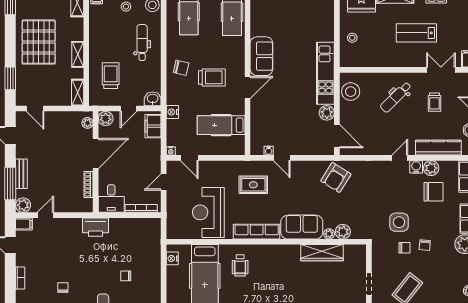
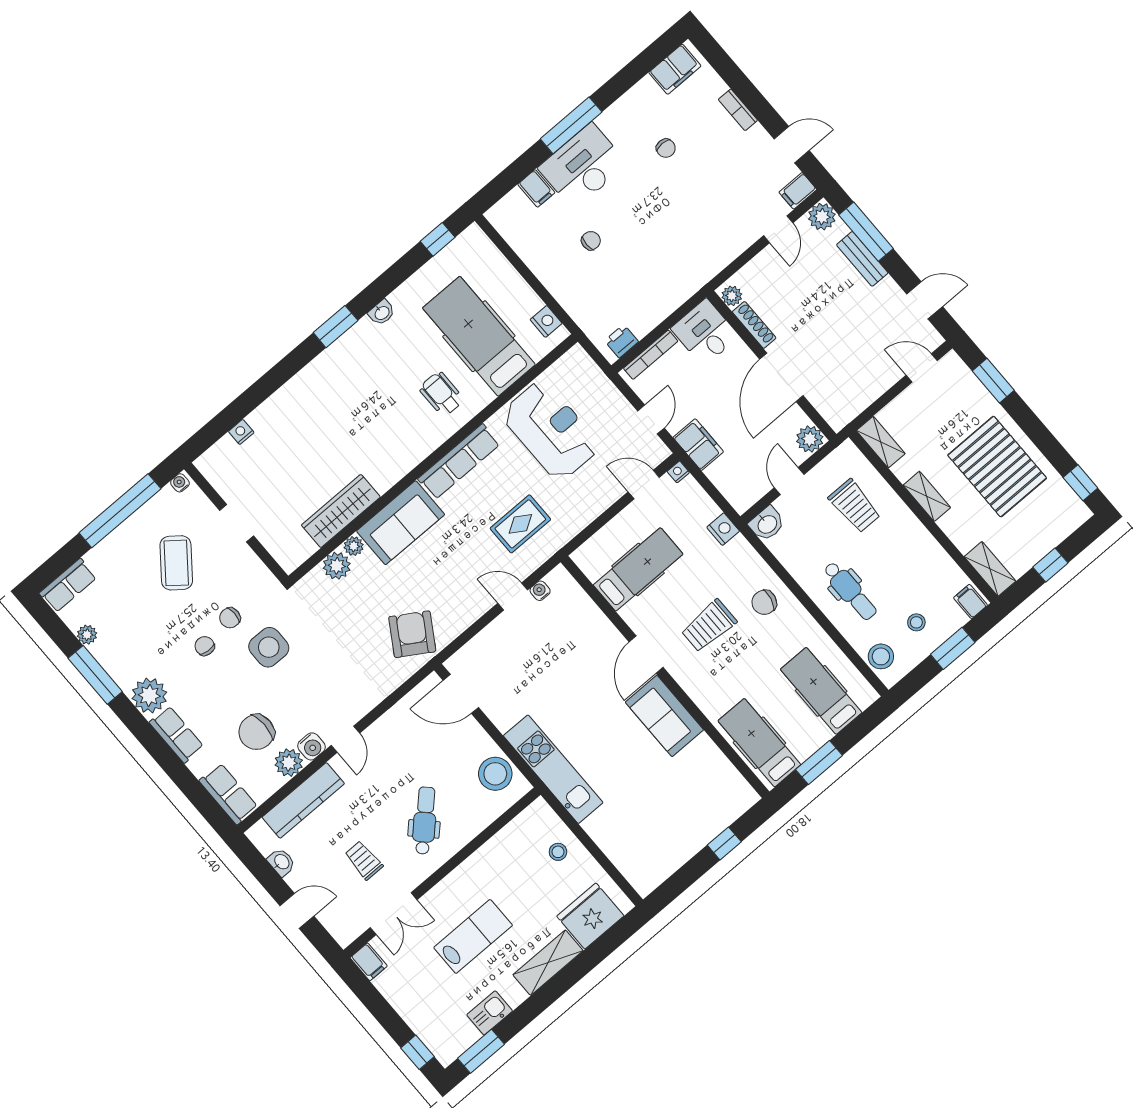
plant: (327, 113) -> (503, 715), removed
plant: (87, 123) -> (732, 296), moved
filing cabinet: (153, 126) -> (698, 445), moved
printer: (96, 227) -> (621, 341), moved, width x0.53, depth x0.68

